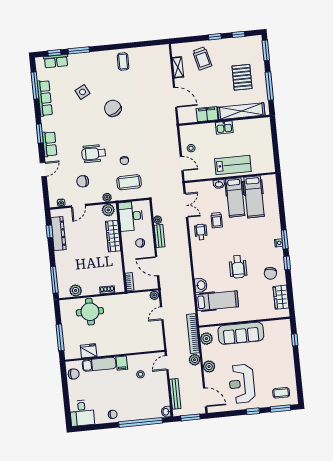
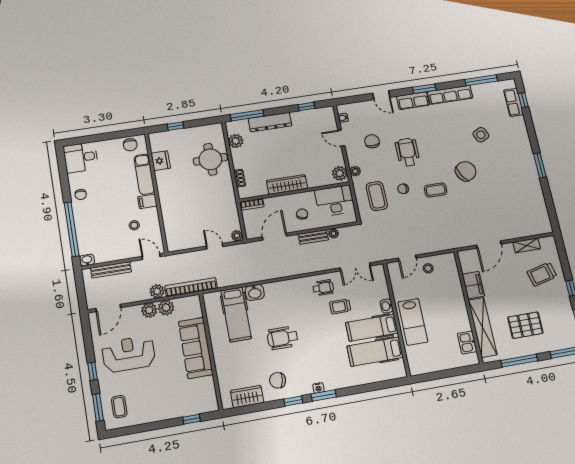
window: (79, 50) -> (540, 165), moved
coffee table: (123, 62) -> (436, 190), moved
row of seats: (45, 98) -> (450, 95), moved
kitchen sink: (224, 127) -> (467, 342), moved
dresser: (58, 234) -> (270, 122), moved
wardrobe: (113, 236) -> (287, 184), moved
window: (60, 337) -> (175, 126), width x0.46
plant: (206, 339) -> (166, 308), moved
window: (190, 417) -> (81, 291), removed

